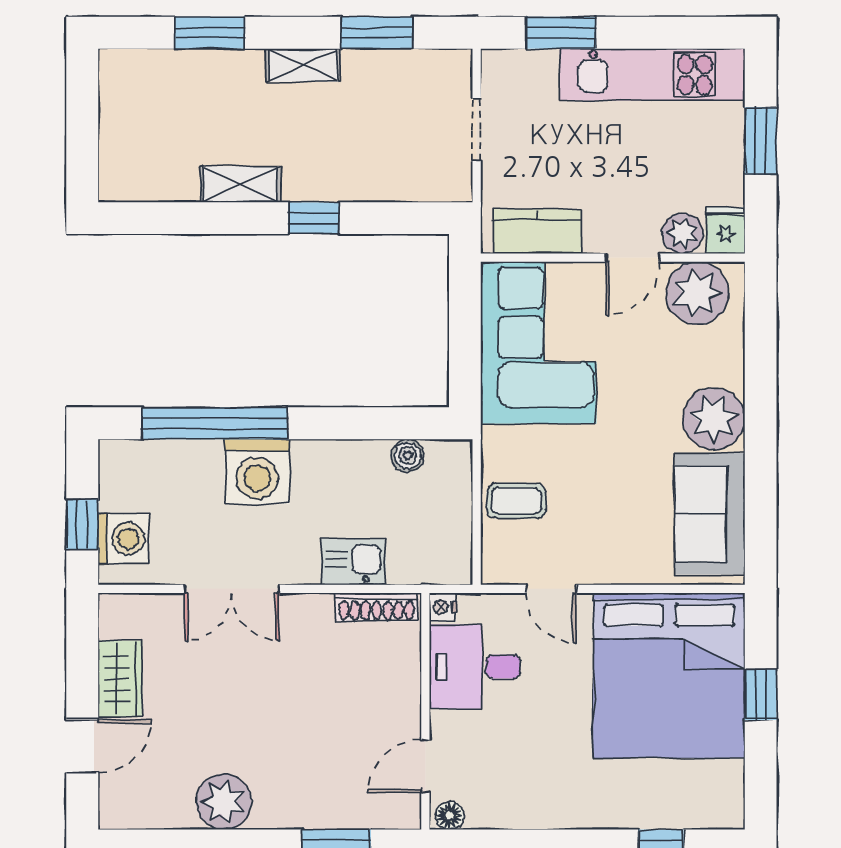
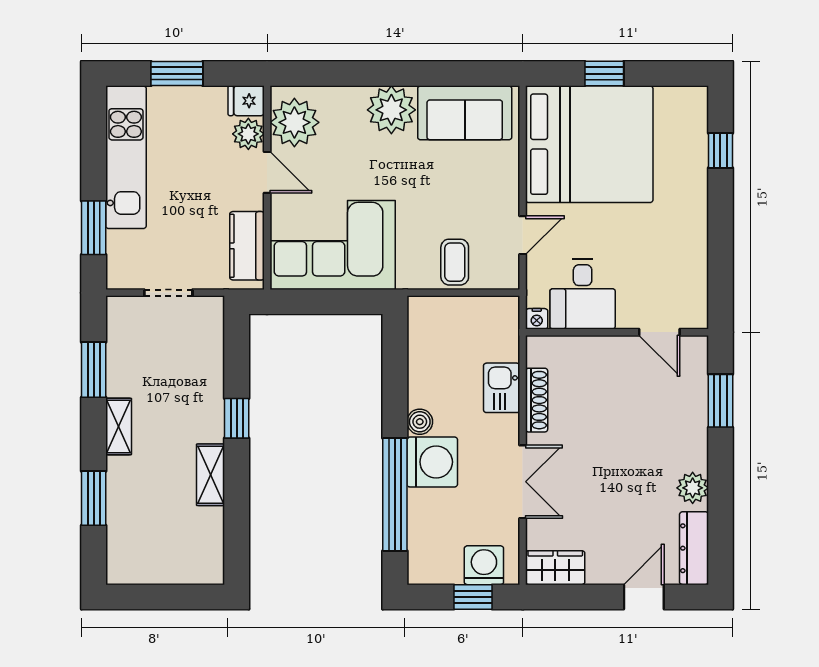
boiler: (408, 456) -> (420, 422), moved
shoe rack: (377, 607) -> (537, 400), moved
wardrobe: (120, 679) -> (555, 568), moved
door: (82, 746) -> (644, 597), hinge flipped
plant: (224, 802) -> (693, 488), width x0.73, depth x0.73
dresser: (145, 811) -> (694, 548), added
floor lamp: (450, 815) -> (697, 314), removed

